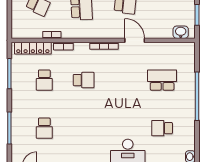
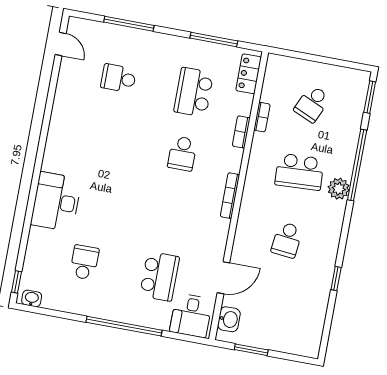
door: (135, 40) -> (223, 278), moved
locker: (33, 48) -> (249, 74), width x0.66
desk: (183, 56) -> (191, 315), added
school desk: (44, 80) -> (194, 92), width x1.85

